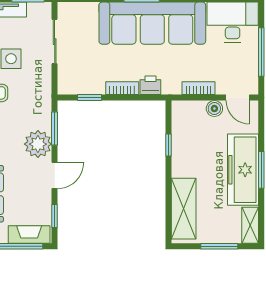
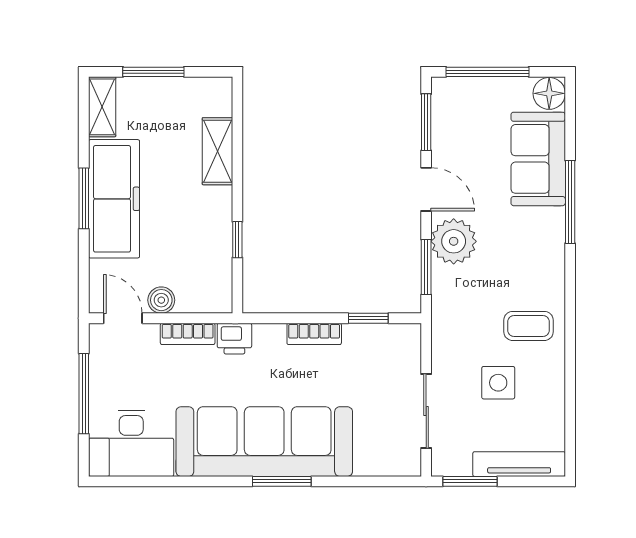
printer: (150, 85) -> (234, 339), moved
door: (55, 175) -> (426, 189), swing flipped
shelving: (184, 209) -> (217, 151), width x0.67, depth x0.75
window: (55, 216) -> (426, 122), width x1.50
fireplace: (29, 235) -> (468, 91), removed

